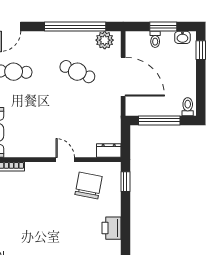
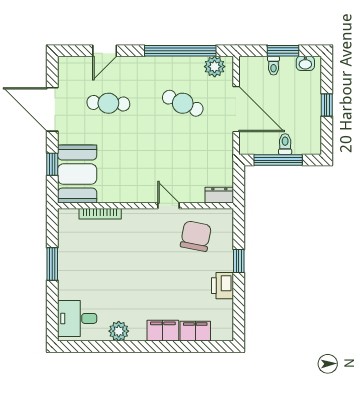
window: (201, 50) -> (327, 105), moved
toilet: (188, 107) -> (285, 144), moved
window: (125, 182) -> (239, 261), moved

